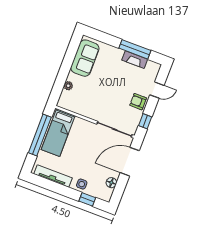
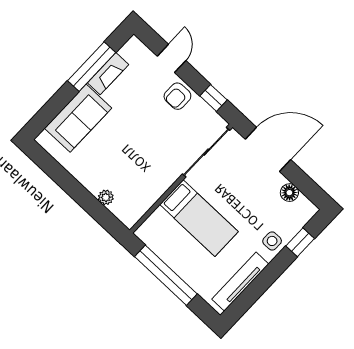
sofa: (85, 58) -> (78, 118), moved, turned 90
bed: (58, 133) -> (199, 218), moved
door: (130, 162) -> (268, 149), swing flipped

